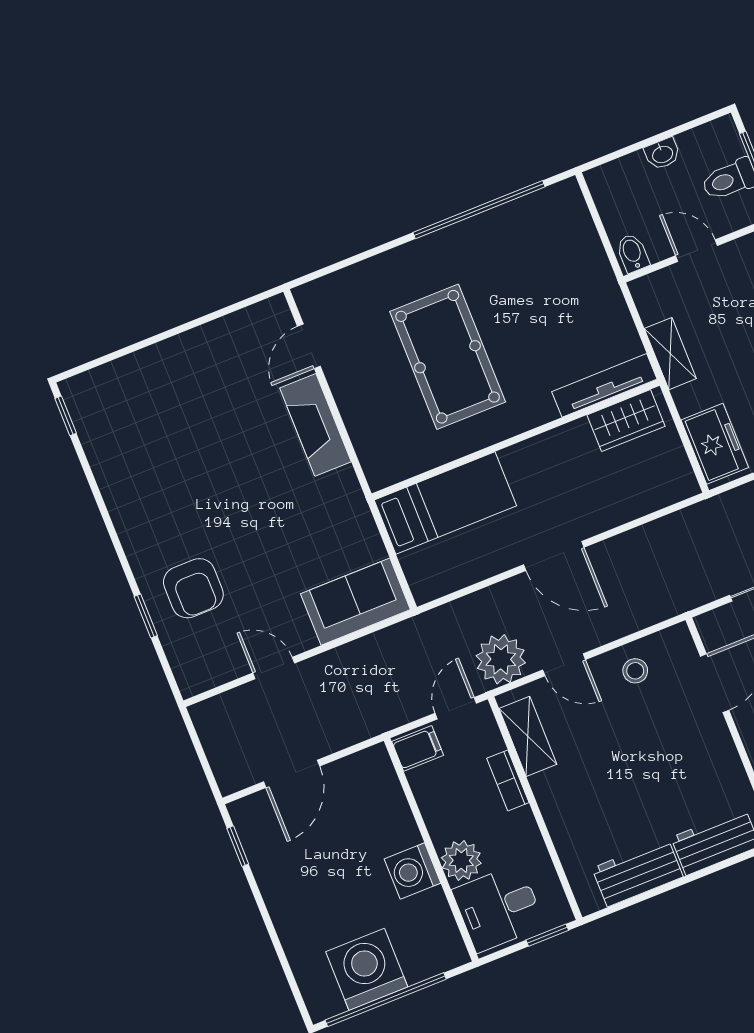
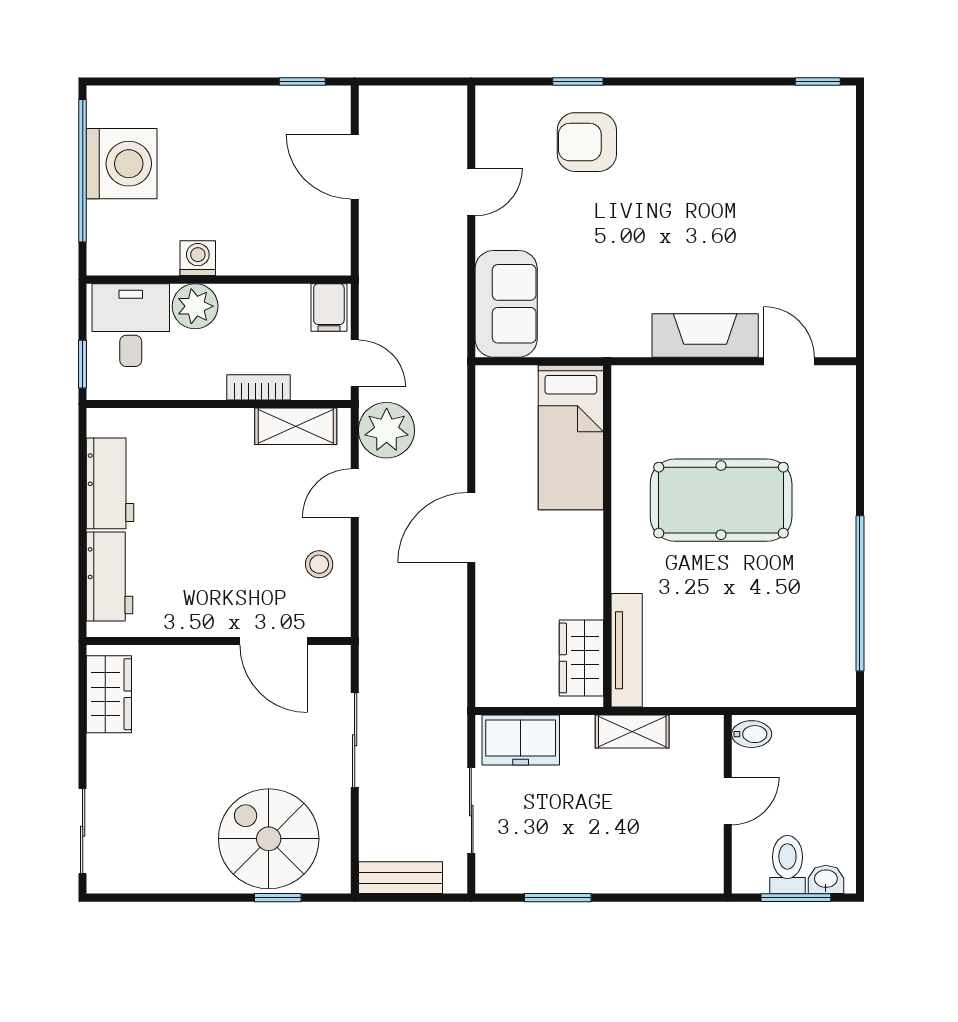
washbasin: (662, 154) -> (826, 879), moved, turned 90
washing machine: (412, 871) -> (198, 258), width x0.73, depth x0.73

